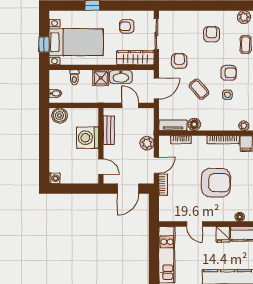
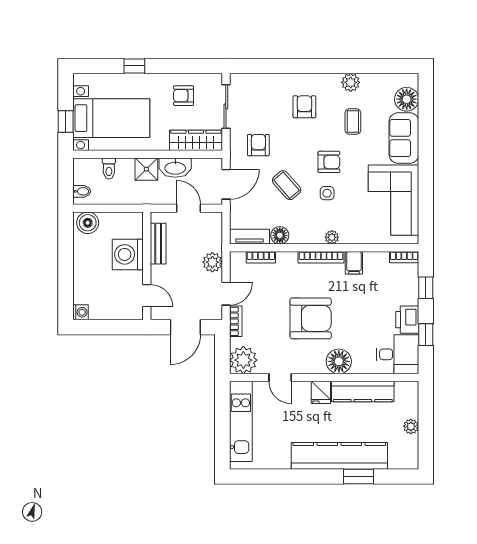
plant: (244, 126) -> (332, 237), moved
plant: (169, 212) -> (243, 360), added
floor lamp: (240, 217) -> (339, 361), width x1.89, depth x1.89

